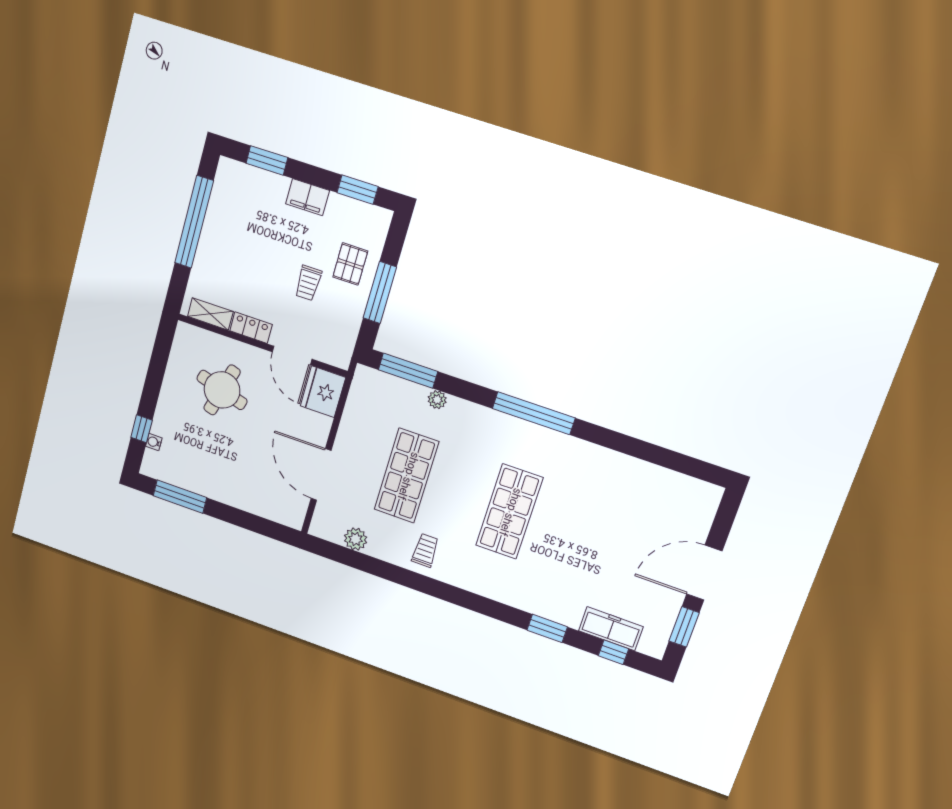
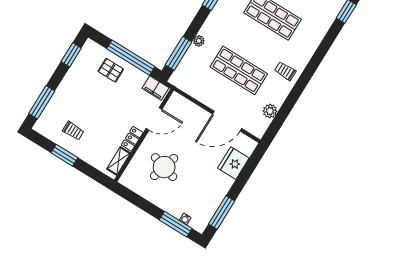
window: (267, 160) -> (42, 102), width x1.44
filing cabinet: (308, 197) -> (156, 88), moved, turned 90
window: (194, 222) -> (64, 155), width x0.47
trolley: (308, 283) -> (73, 131), moved
window: (380, 293) -> (131, 58), width x1.46
fridge: (323, 392) -> (233, 163), moved, turned 90
window: (142, 429) -> (176, 224), width x2.17

